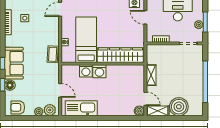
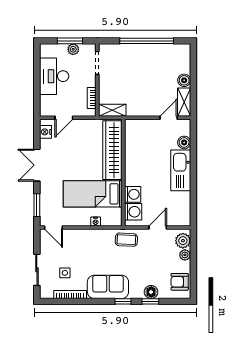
coffee table: (53, 54) -> (126, 240), moved
sofa: (14, 63) -> (108, 287), moved
washing machine: (99, 71) -> (133, 212), moved
shelving: (151, 75) -> (112, 110), moved
armchair: (18, 107) -> (180, 282), turned 90
boiler: (179, 107) -> (184, 80), width x0.54, depth x0.54
kitchen sink: (81, 108) -> (181, 170), moved
boiler: (139, 111) -> (184, 142), moved

